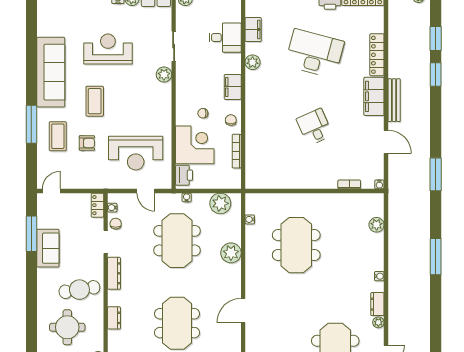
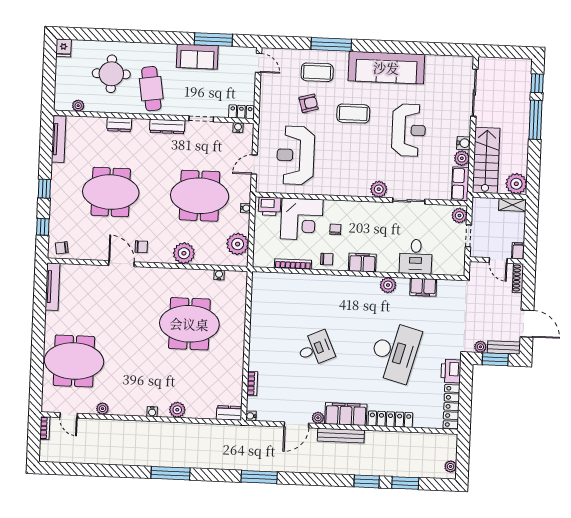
plant: (378, 122) -> (318, 418), added
armchair: (87, 143) -> (309, 103), turned -106
chair: (116, 224) -> (141, 247), moved
plant: (377, 225) -> (177, 410), moved
dresser: (377, 304) -> (229, 413), moved

